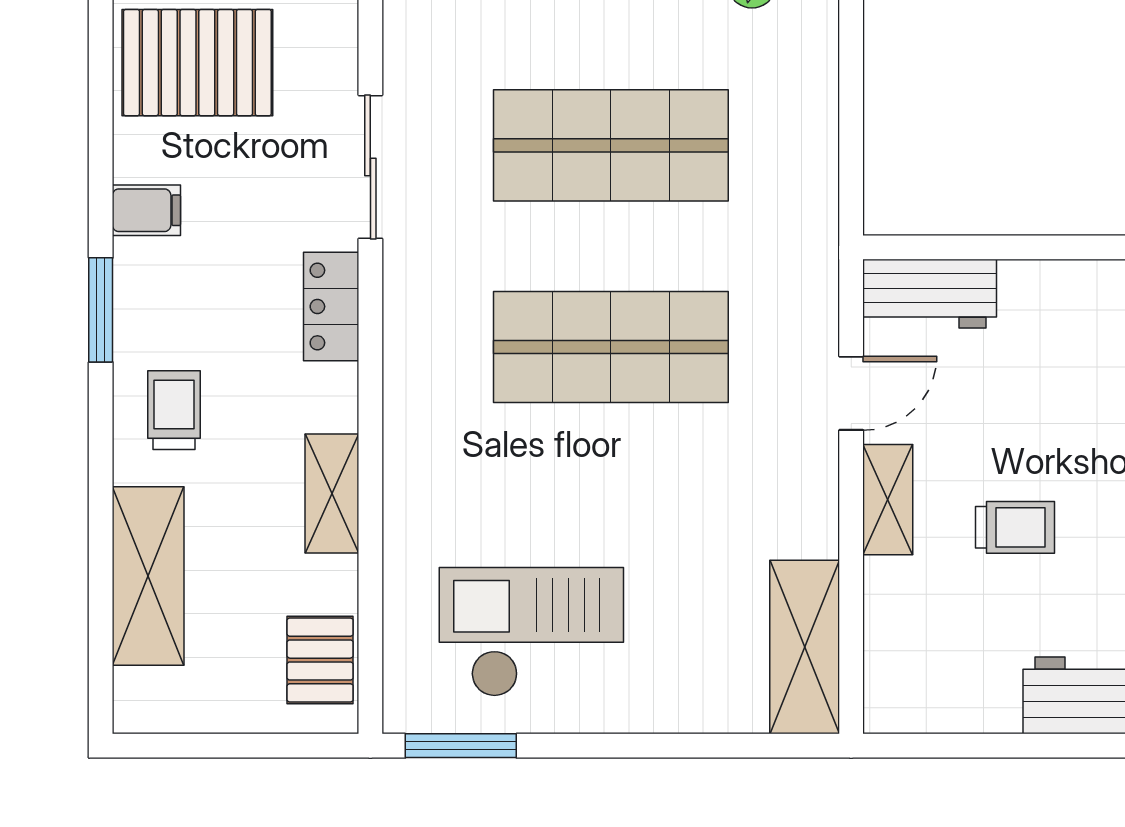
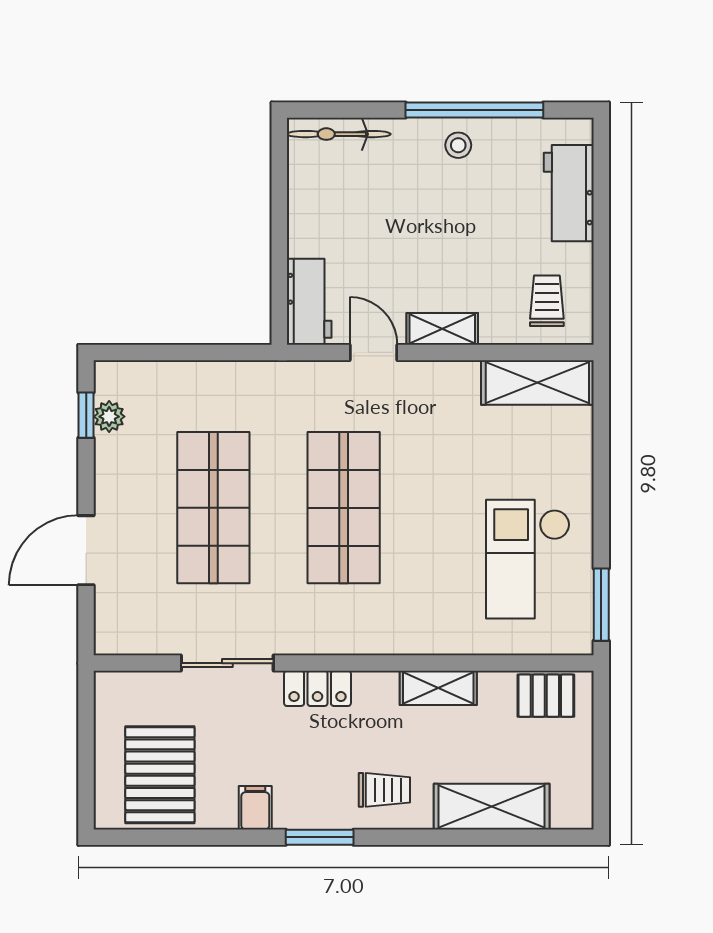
trolley: (174, 410) -> (384, 790), turned 180
trolley: (1015, 527) -> (547, 301), moved

